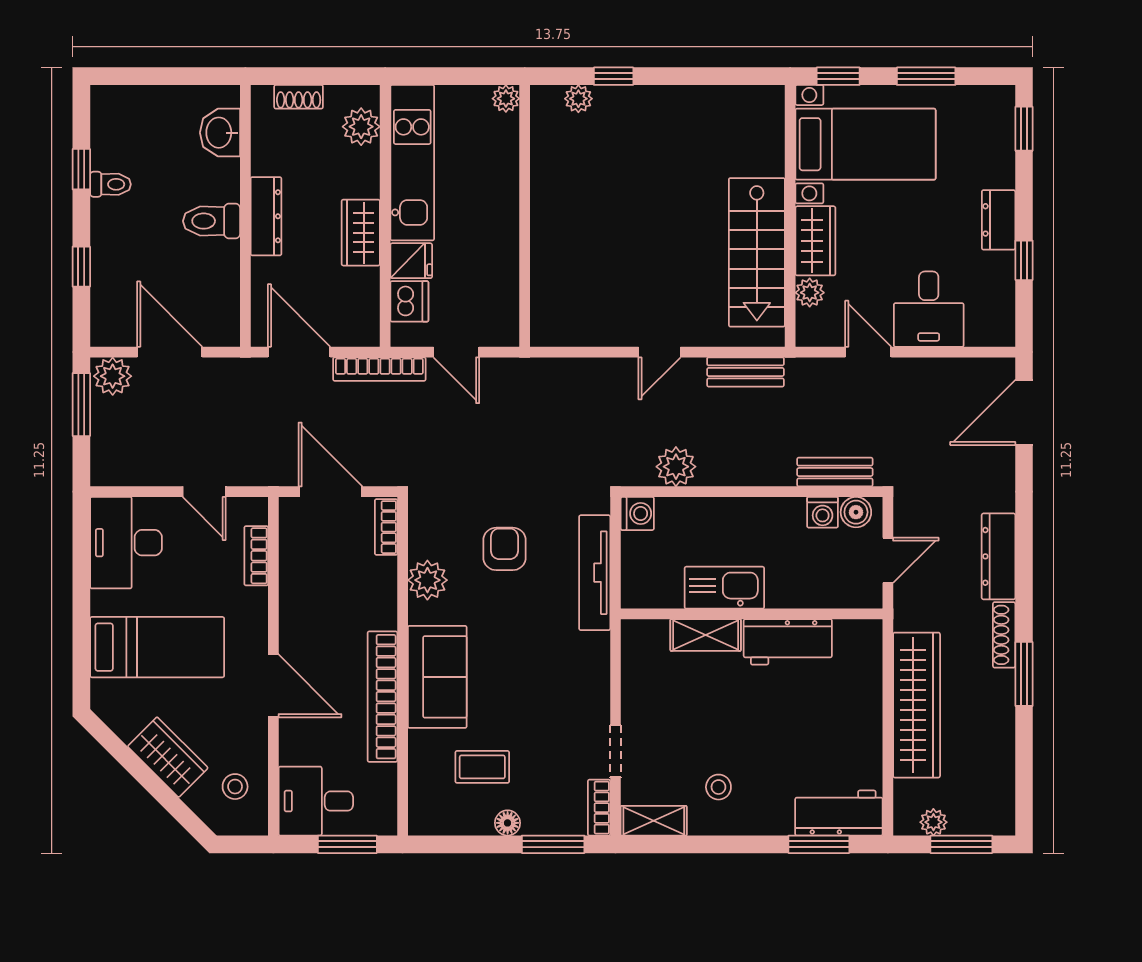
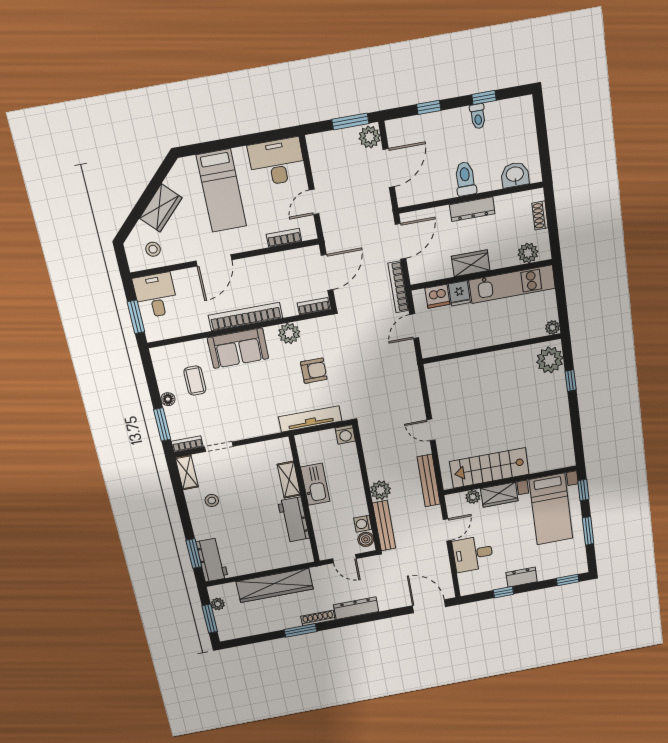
plant: (578, 99) -> (550, 360), width x1.87, depth x1.87
bench: (745, 372) -> (429, 480), width x1.36
plant: (676, 467) -> (381, 490), moved
bench: (835, 472) -> (384, 526), width x1.36
bookcase: (382, 697) -> (245, 317), moved

